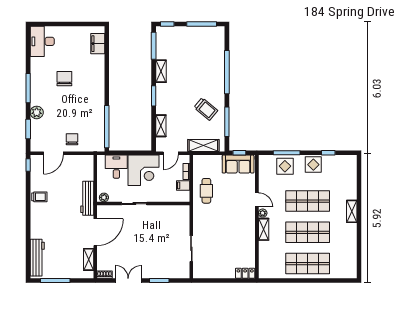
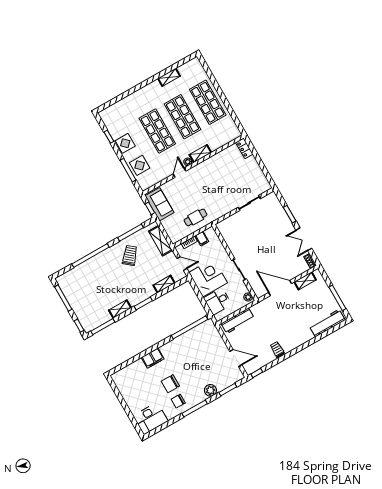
filing cabinet: (98, 44) -> (153, 358), moved
chair: (72, 139) -> (178, 401), moved
workbench: (87, 198) -> (238, 321), moved
shelving: (352, 211) -> (169, 77), moved

